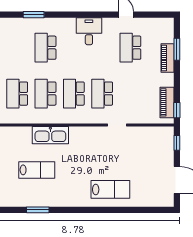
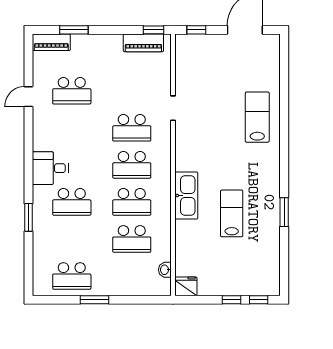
desk: (89, 31) -> (50, 168), moved
piano: (167, 58) -> (51, 42), moved

